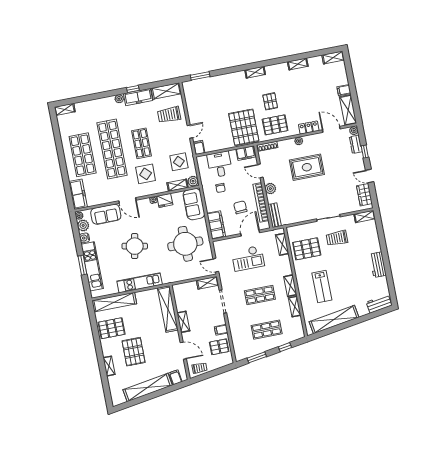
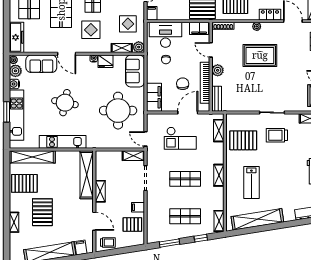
desk: (220, 164) -> (165, 35), width x1.37
shelving: (295, 307) -> (219, 221), moved

